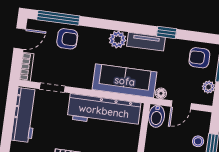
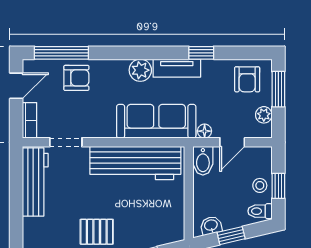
armchair: (199, 58) -> (247, 79), turned -90

